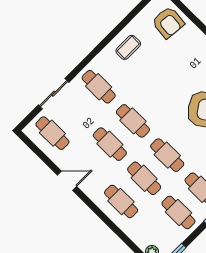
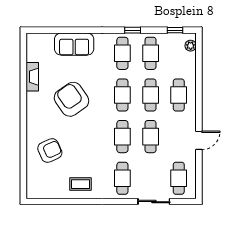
armchair: (168, 22) -> (50, 150), moved, turned 60
door: (67, 181) -> (199, 140), swing flipped

